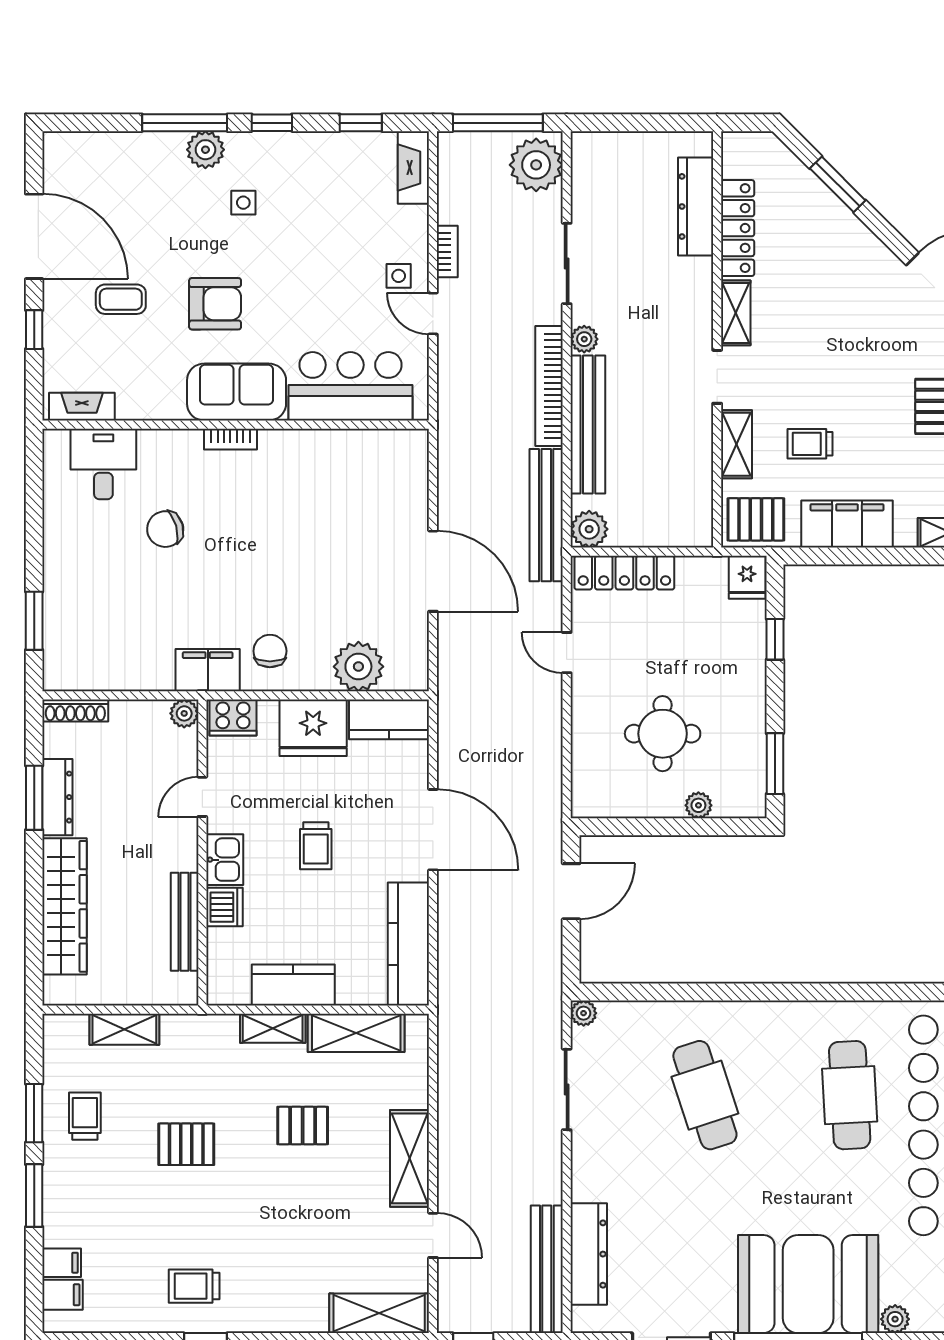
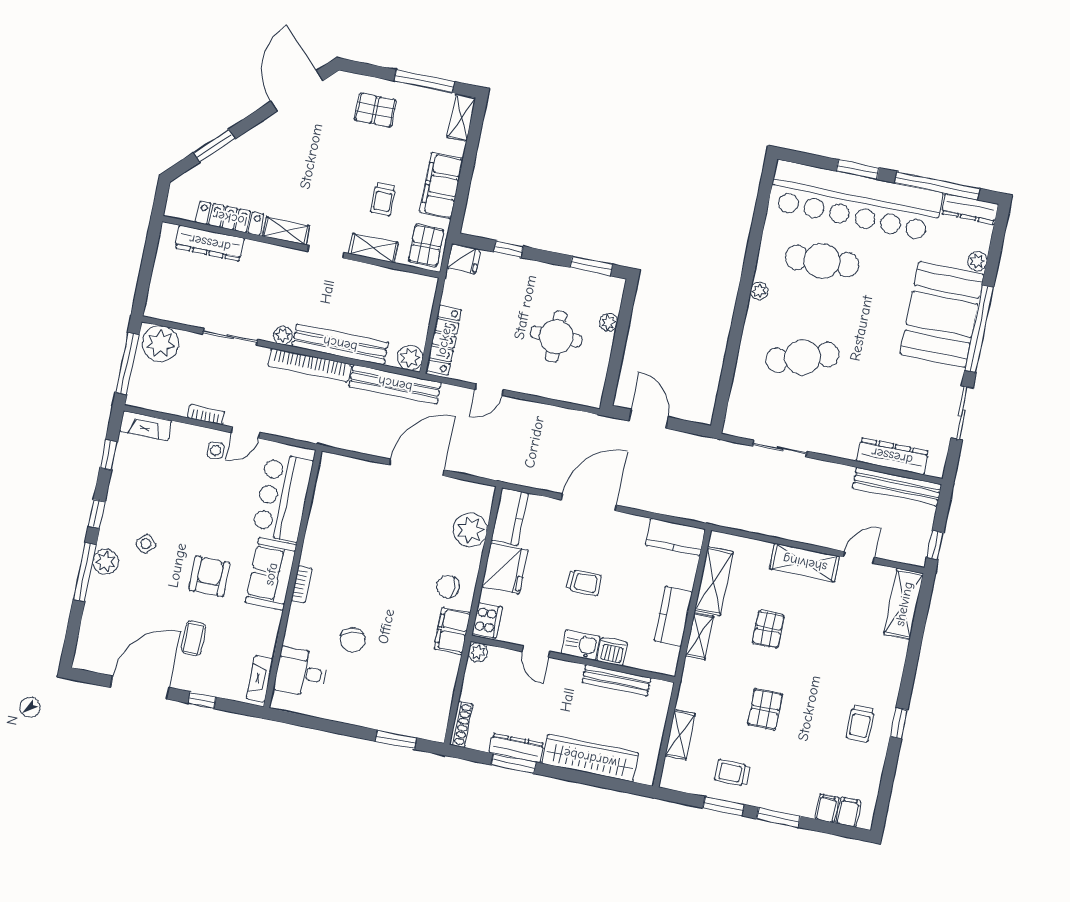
side table: (243, 203) -> (146, 544), turned 45
kitchen counter: (408, 944) -> (675, 537), width x0.67
plant: (584, 1013) -> (759, 291), moved

